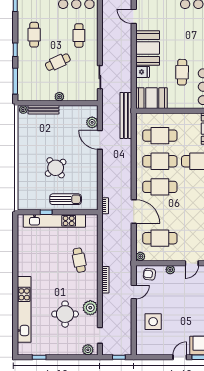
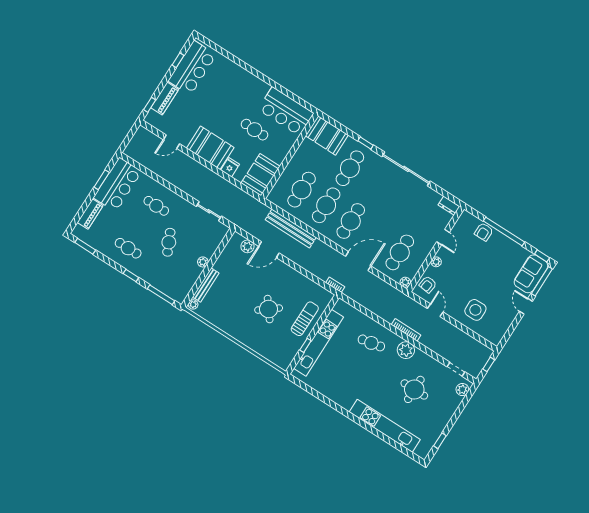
bench: (126, 115) -> (291, 229), moved
plant: (90, 308) -> (406, 350), moved

